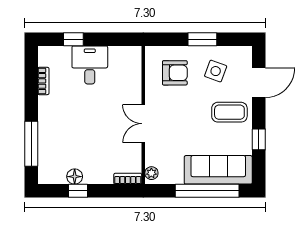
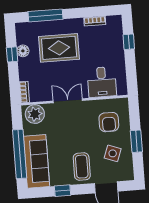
desk: (90, 65) -> (102, 82), moved, turned 90
rug: (74, 130) -> (59, 48), added
plant: (151, 173) -> (35, 114), width x1.87, depth x1.87

